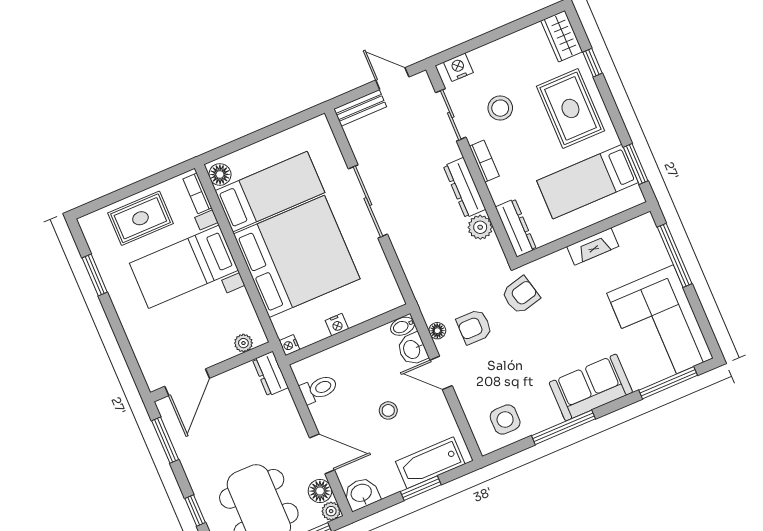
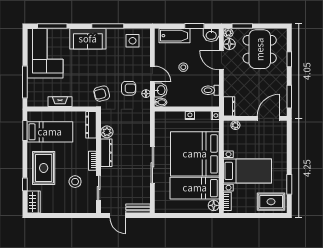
nightstand: (458, 67) -> (86, 208), removed
rug: (140, 218) -> (271, 202), moved
window: (421, 488) -> (194, 26), moved

